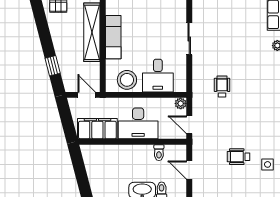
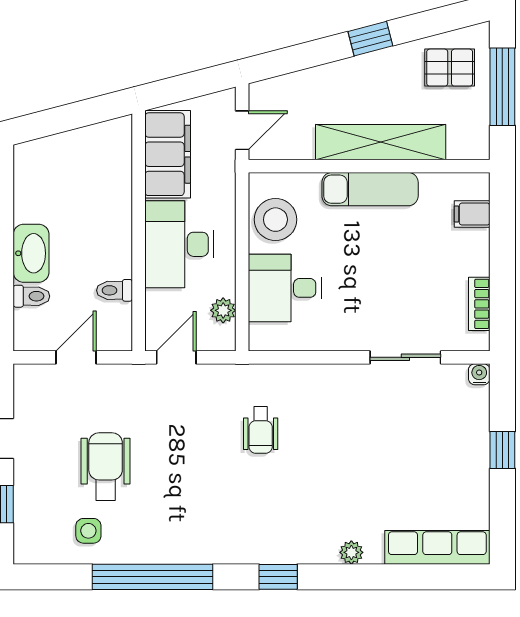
sliding door: (189, 39) -> (405, 357), moved
window: (53, 66) -> (370, 39), moved
wheelchair: (222, 87) -> (261, 430), turned 90
plant: (181, 103) -> (223, 310), moved
wheelchair: (239, 157) -> (106, 466), width x1.36, depth x1.37

